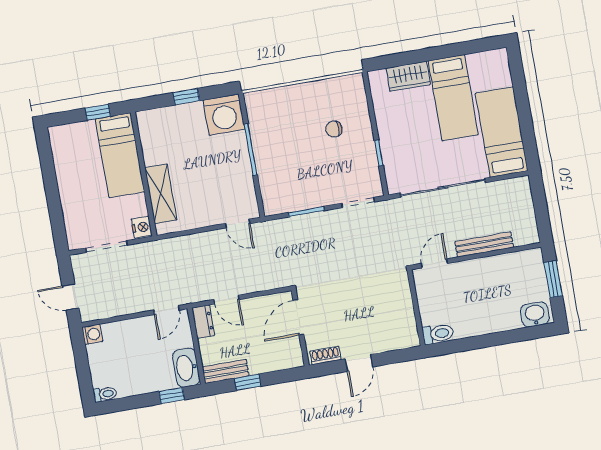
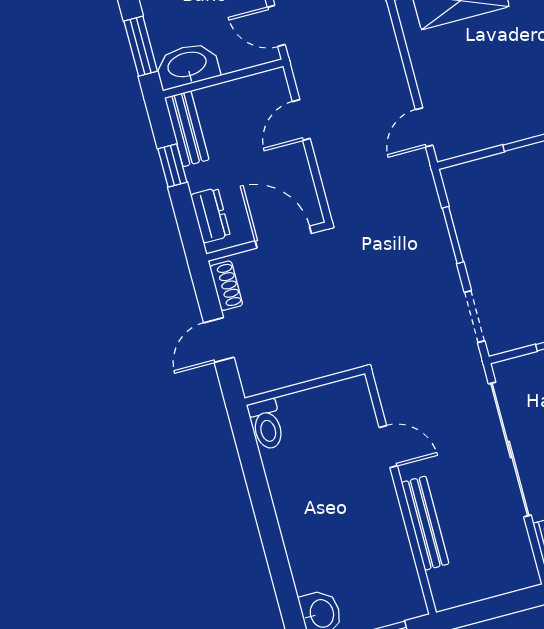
wall: (416, 308) -> (305, 386), moved
dresser: (203, 322) -> (210, 215), moved, turned -90
toilet: (438, 334) -> (267, 424), moved
door: (359, 363) -> (219, 340), hinge flipped
window: (172, 396) -> (141, 46), width x1.50

